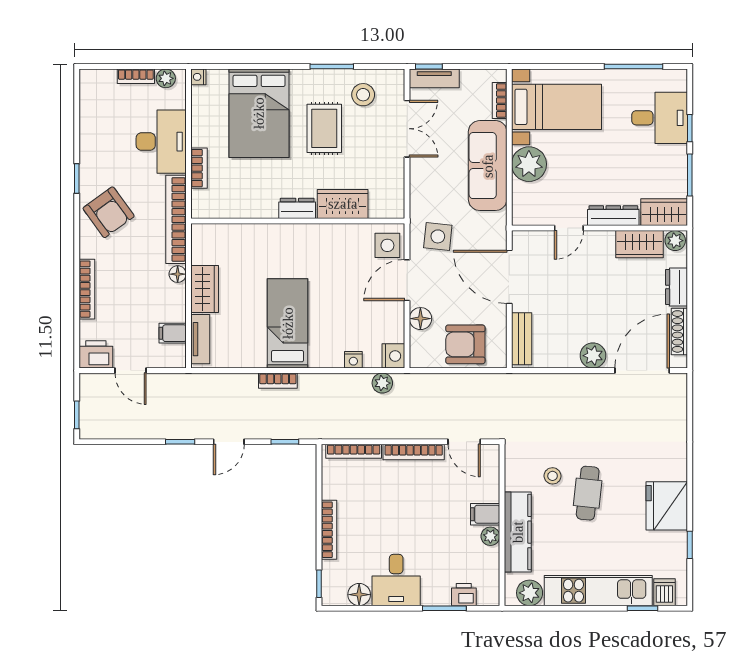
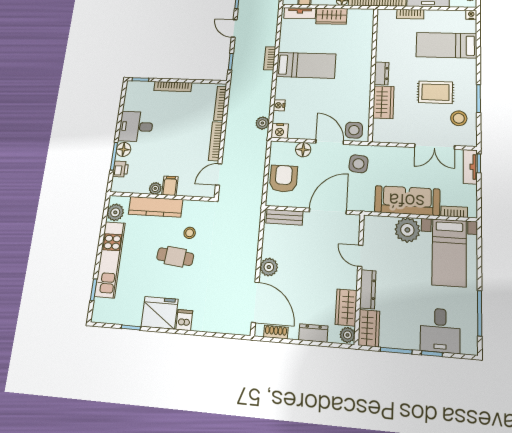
bed: (259, 113) -> (446, 45), width x0.67
shoe rack: (679, 331) -> (276, 332), width x0.70
dishwasher: (664, 592) -> (184, 320), moved, turned -90
floor lamp: (359, 595) -> (123, 149), moved

